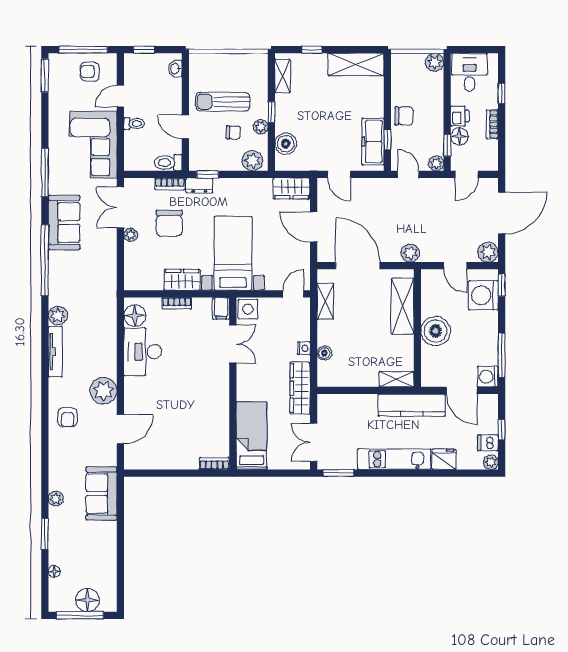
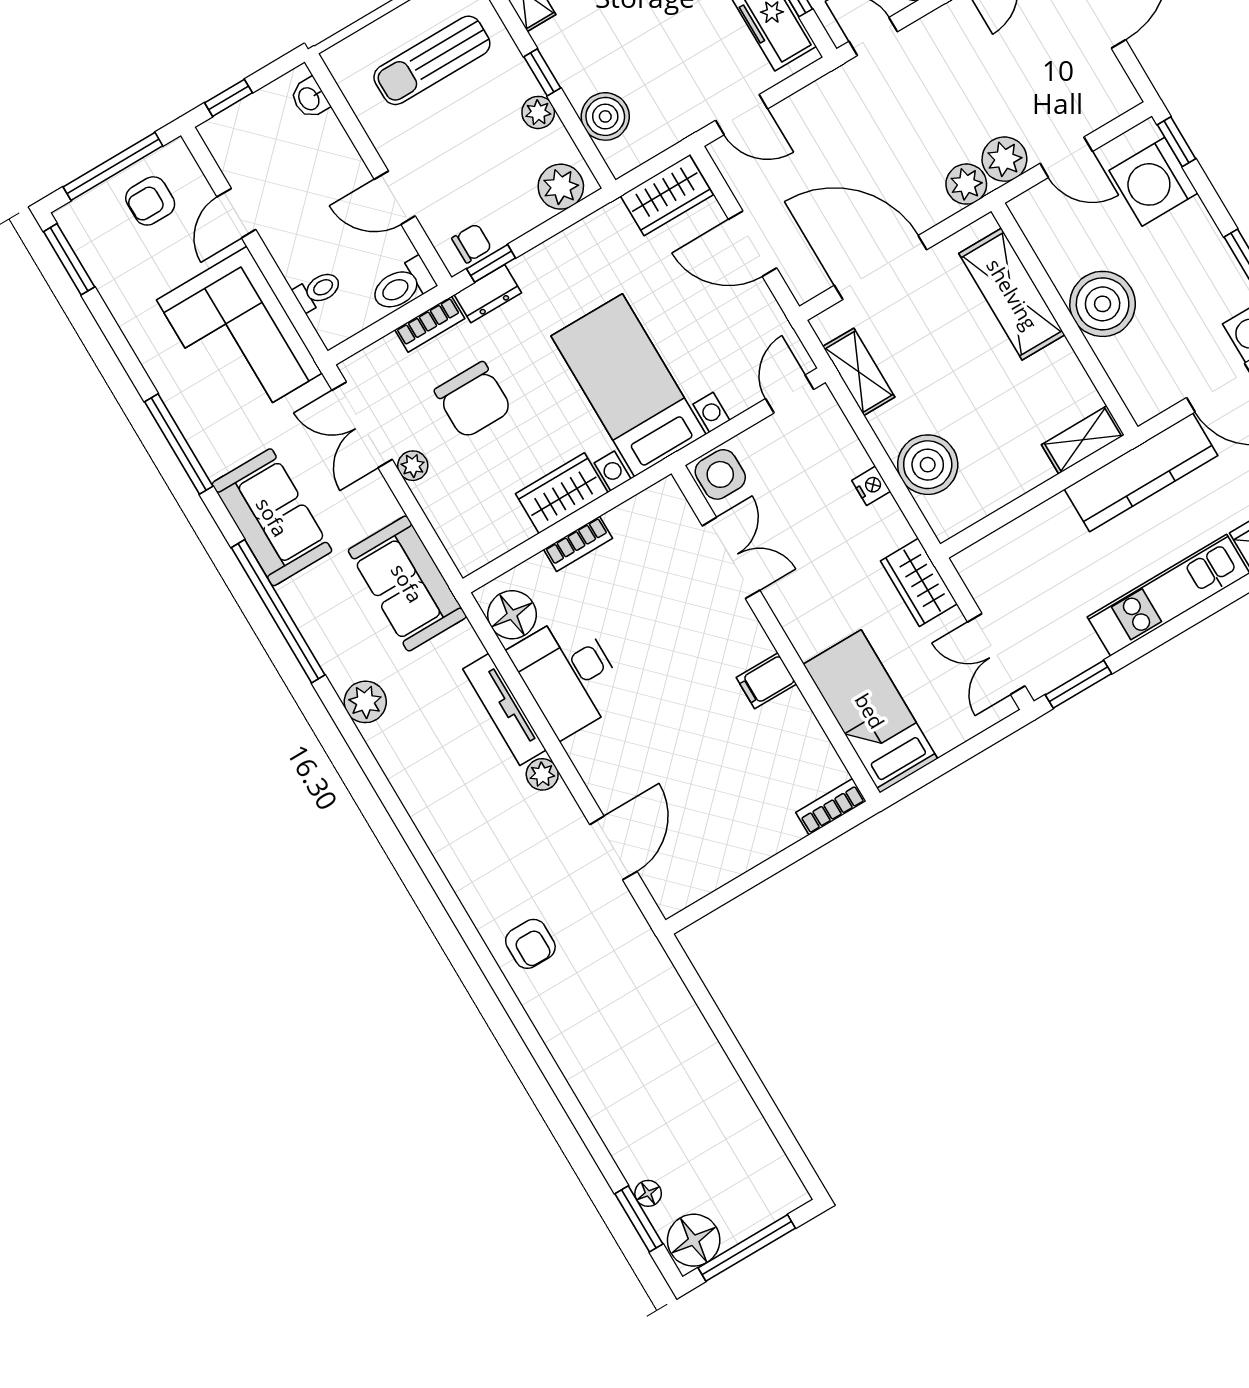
sun lounger: (223, 102) -> (432, 60), moved
toilet: (134, 124) -> (318, 291), moved
chair: (233, 132) -> (472, 243), moved
plant: (488, 252) -> (1004, 159), moved
filing cabinet: (221, 308) -> (766, 681), moved, turned 90
tv unit: (55, 352) -> (504, 709), moved, turned 180
boiler: (324, 353) -> (928, 465), width x1.86, depth x1.86
wardrobe: (300, 388) -> (919, 582), width x0.67
plant: (103, 391) -> (542, 774), width x0.53, depth x0.53
armchair: (67, 417) -> (530, 944), moved
sofa: (101, 493) -> (407, 583), moved
plant: (56, 499) -> (569, 1053), removed
window: (45, 534) -> (639, 1219), moved
floor lamp: (87, 600) -> (694, 1240), moved

